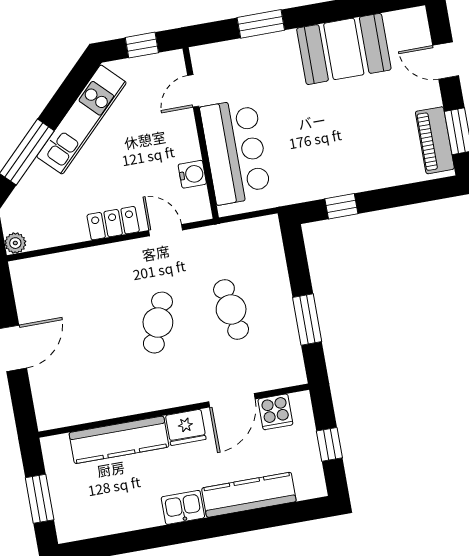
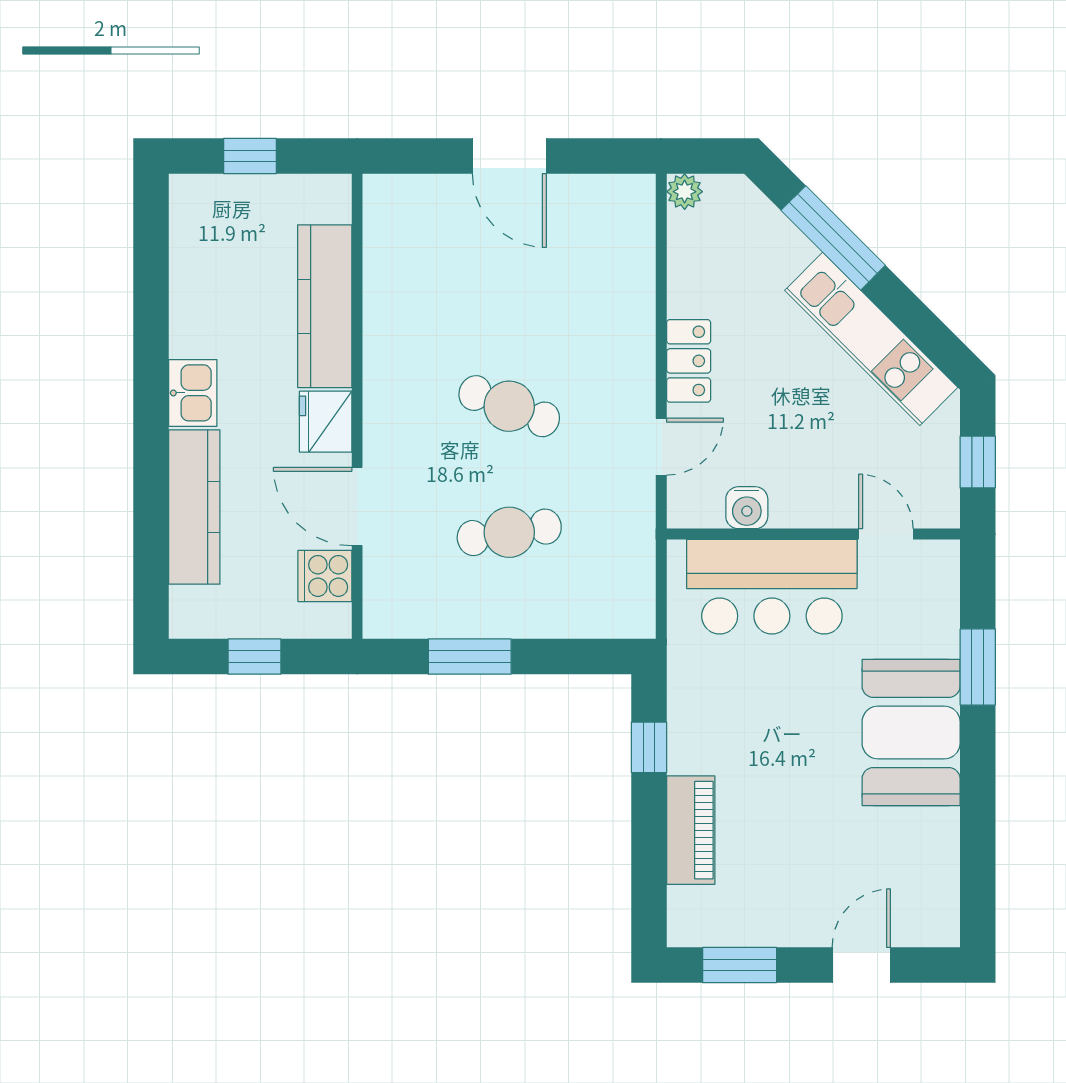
booth: (344, 49) -> (911, 732), moved
piano: (435, 140) -> (691, 830), moved, turned 90
window: (40, 499) -> (250, 156), width x0.67

